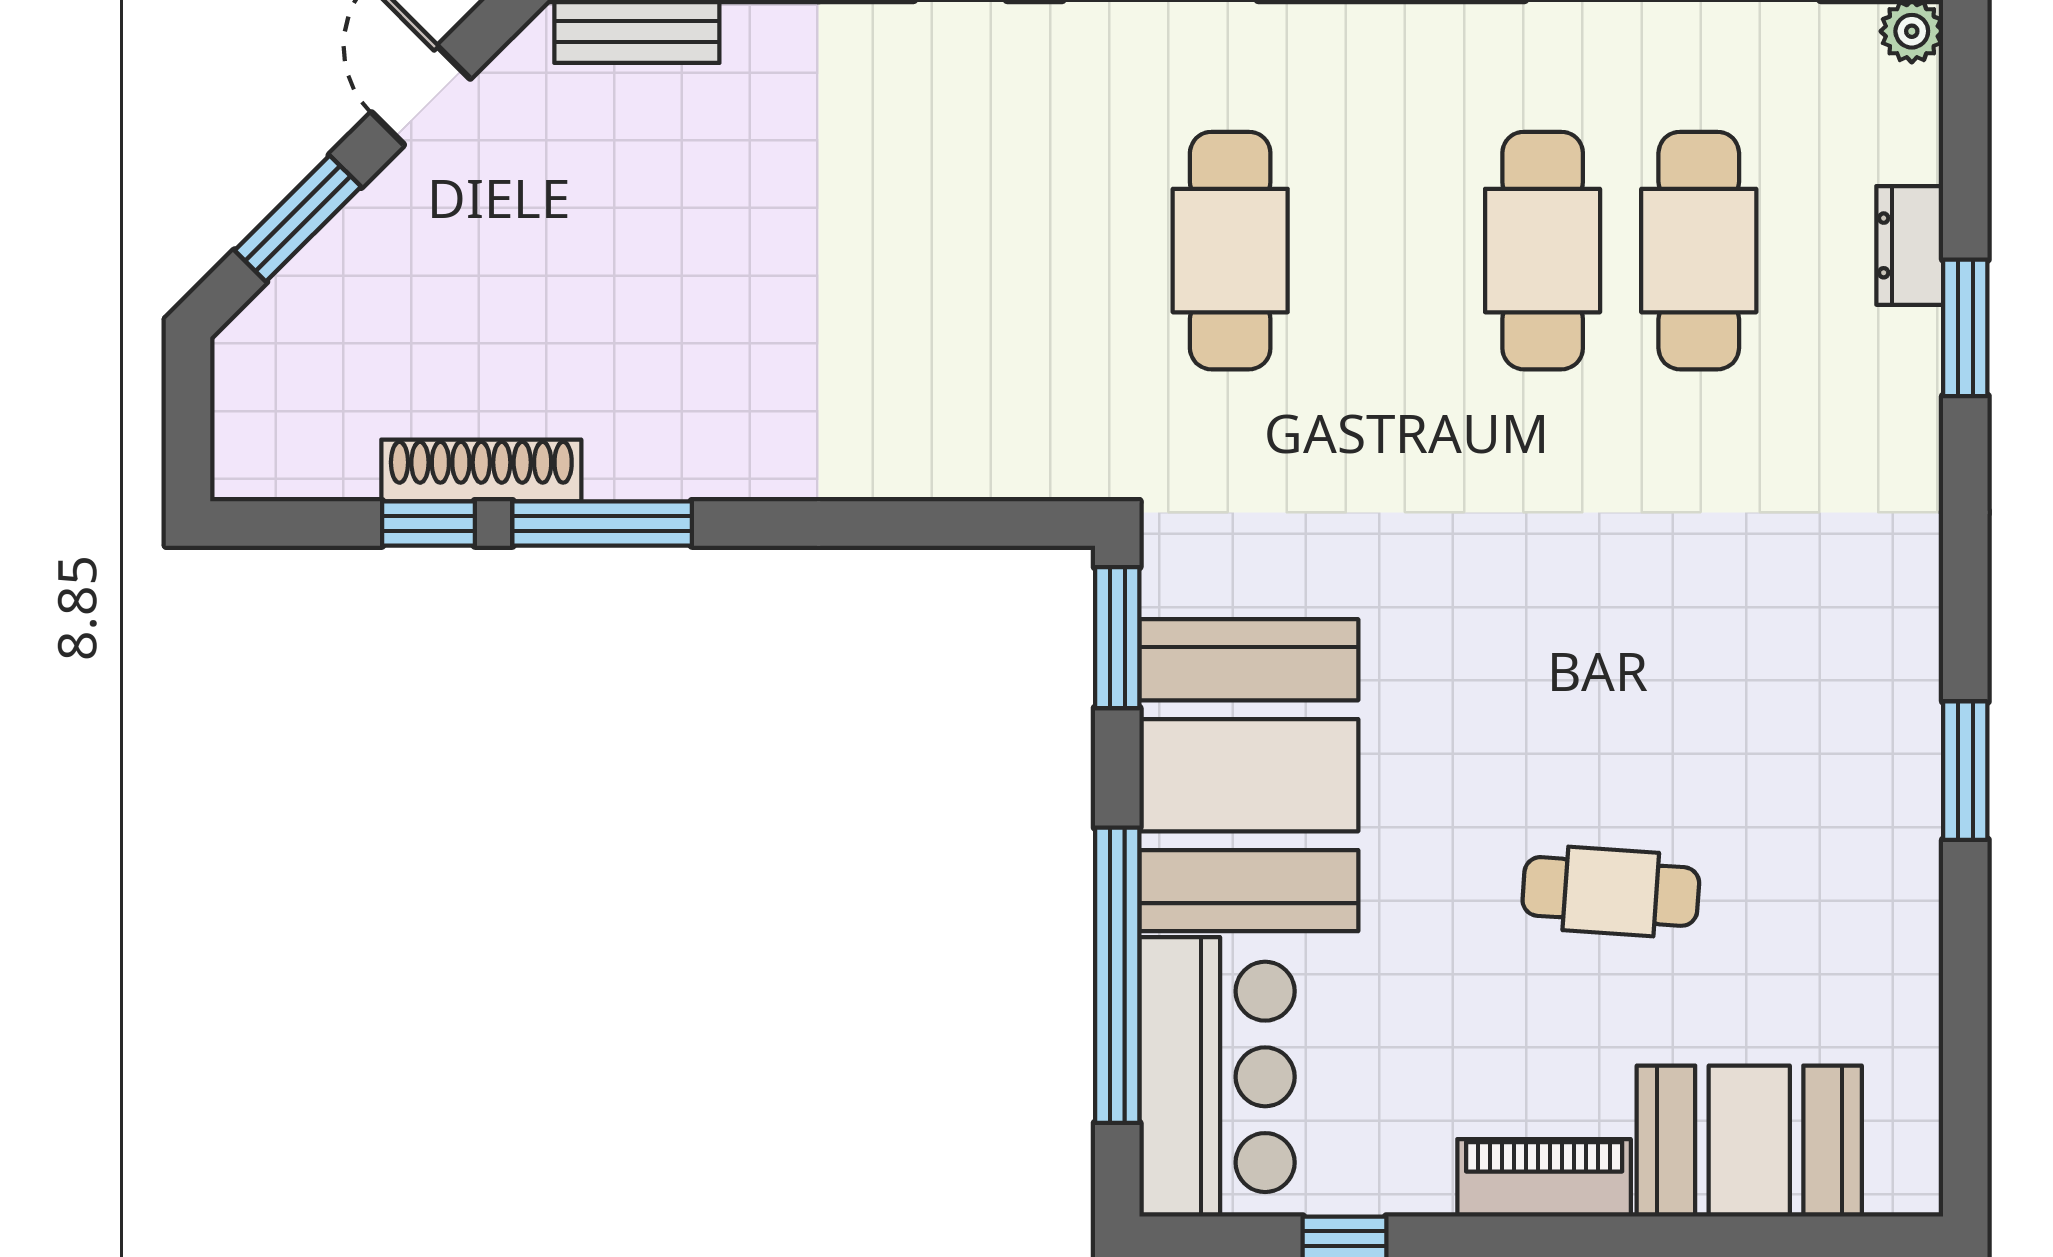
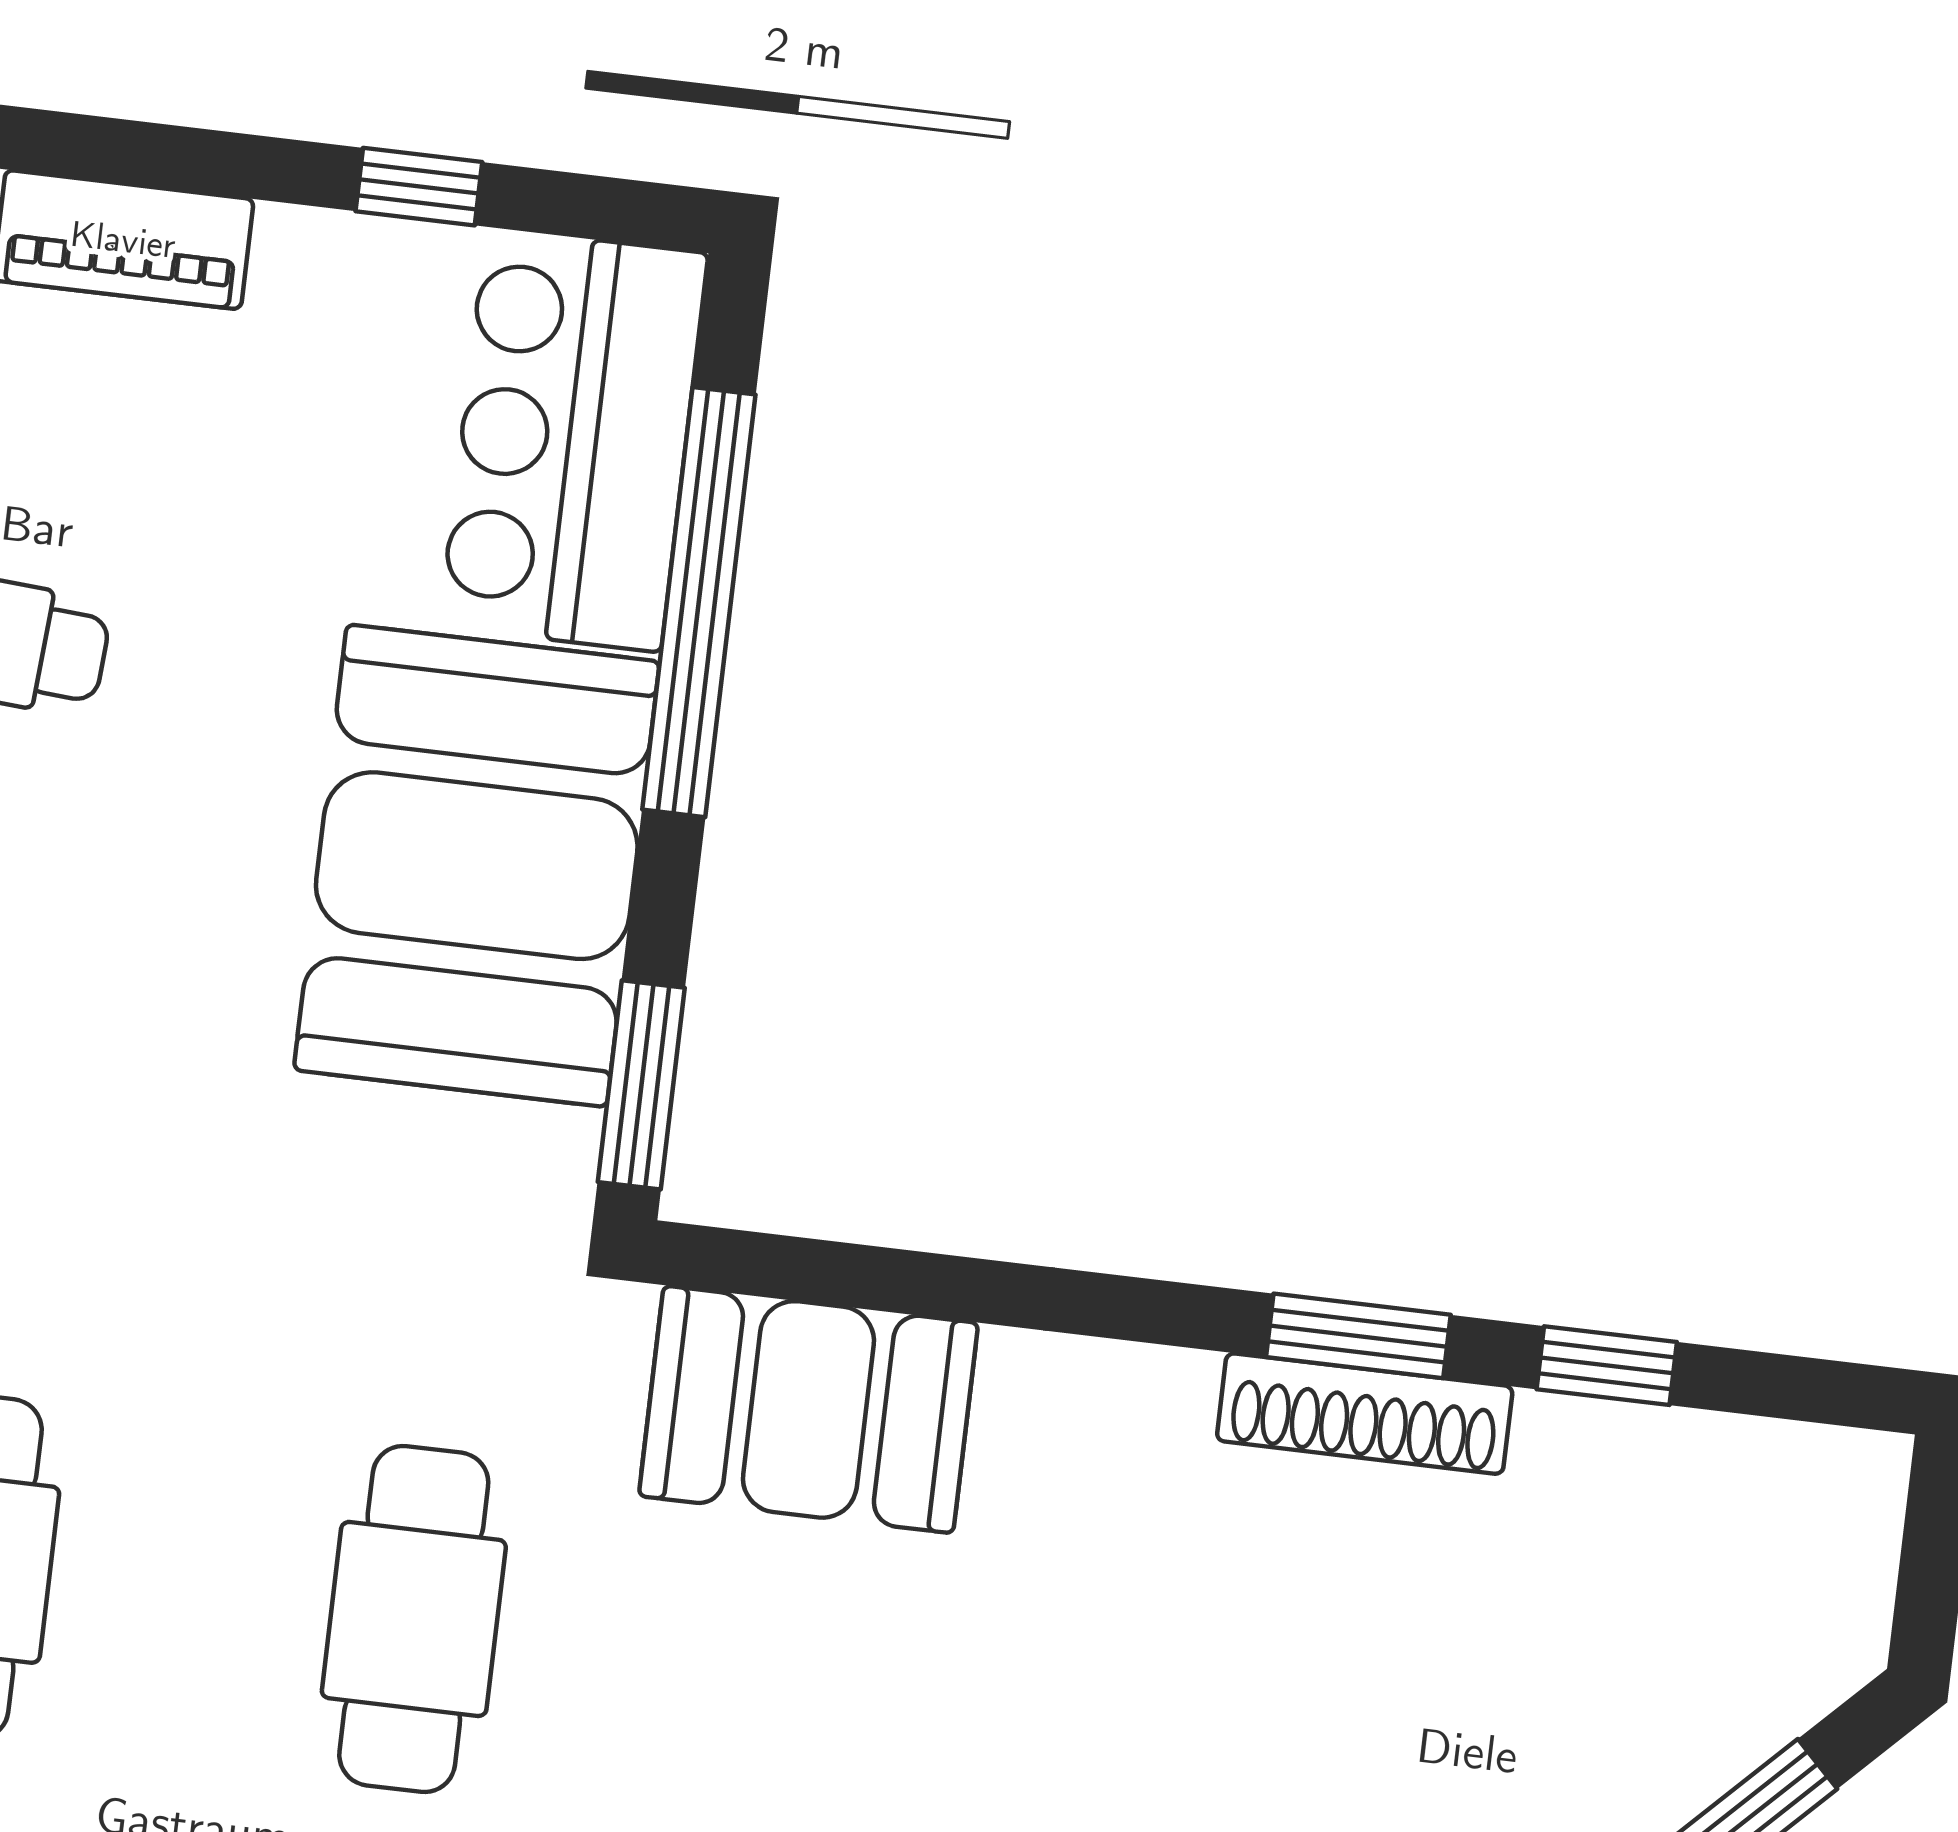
booth: (975, 428) -> (808, 1409), added
shoe rack: (481, 470) -> (1365, 1414), moved
window: (602, 523) -> (1358, 1336), width x0.69

